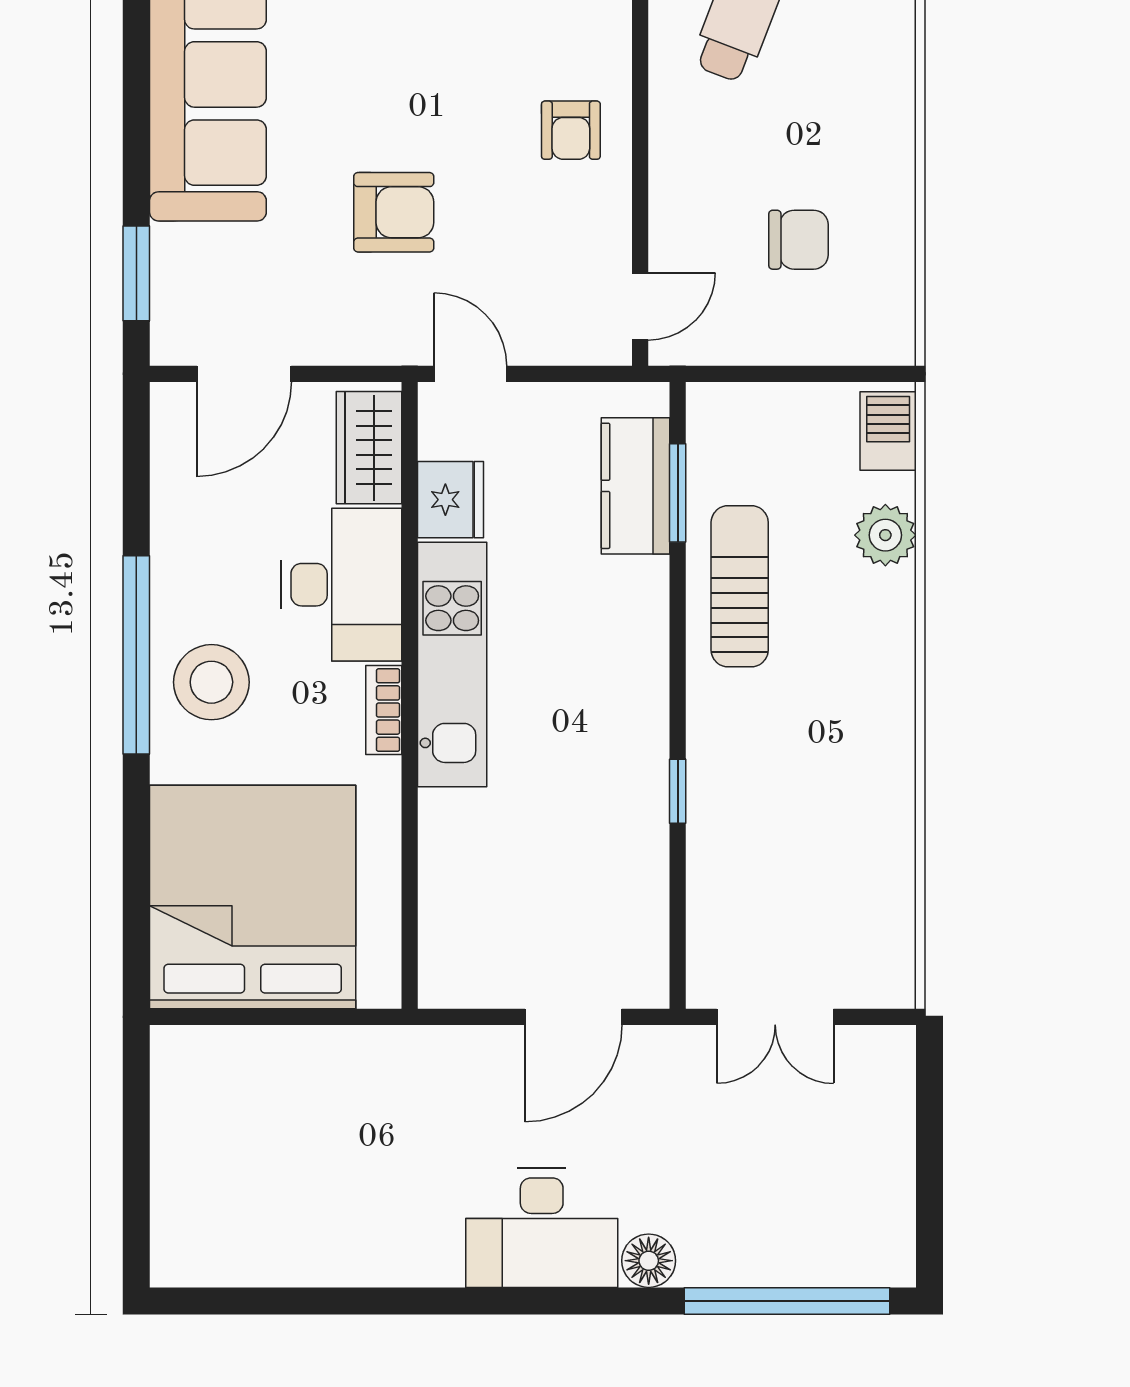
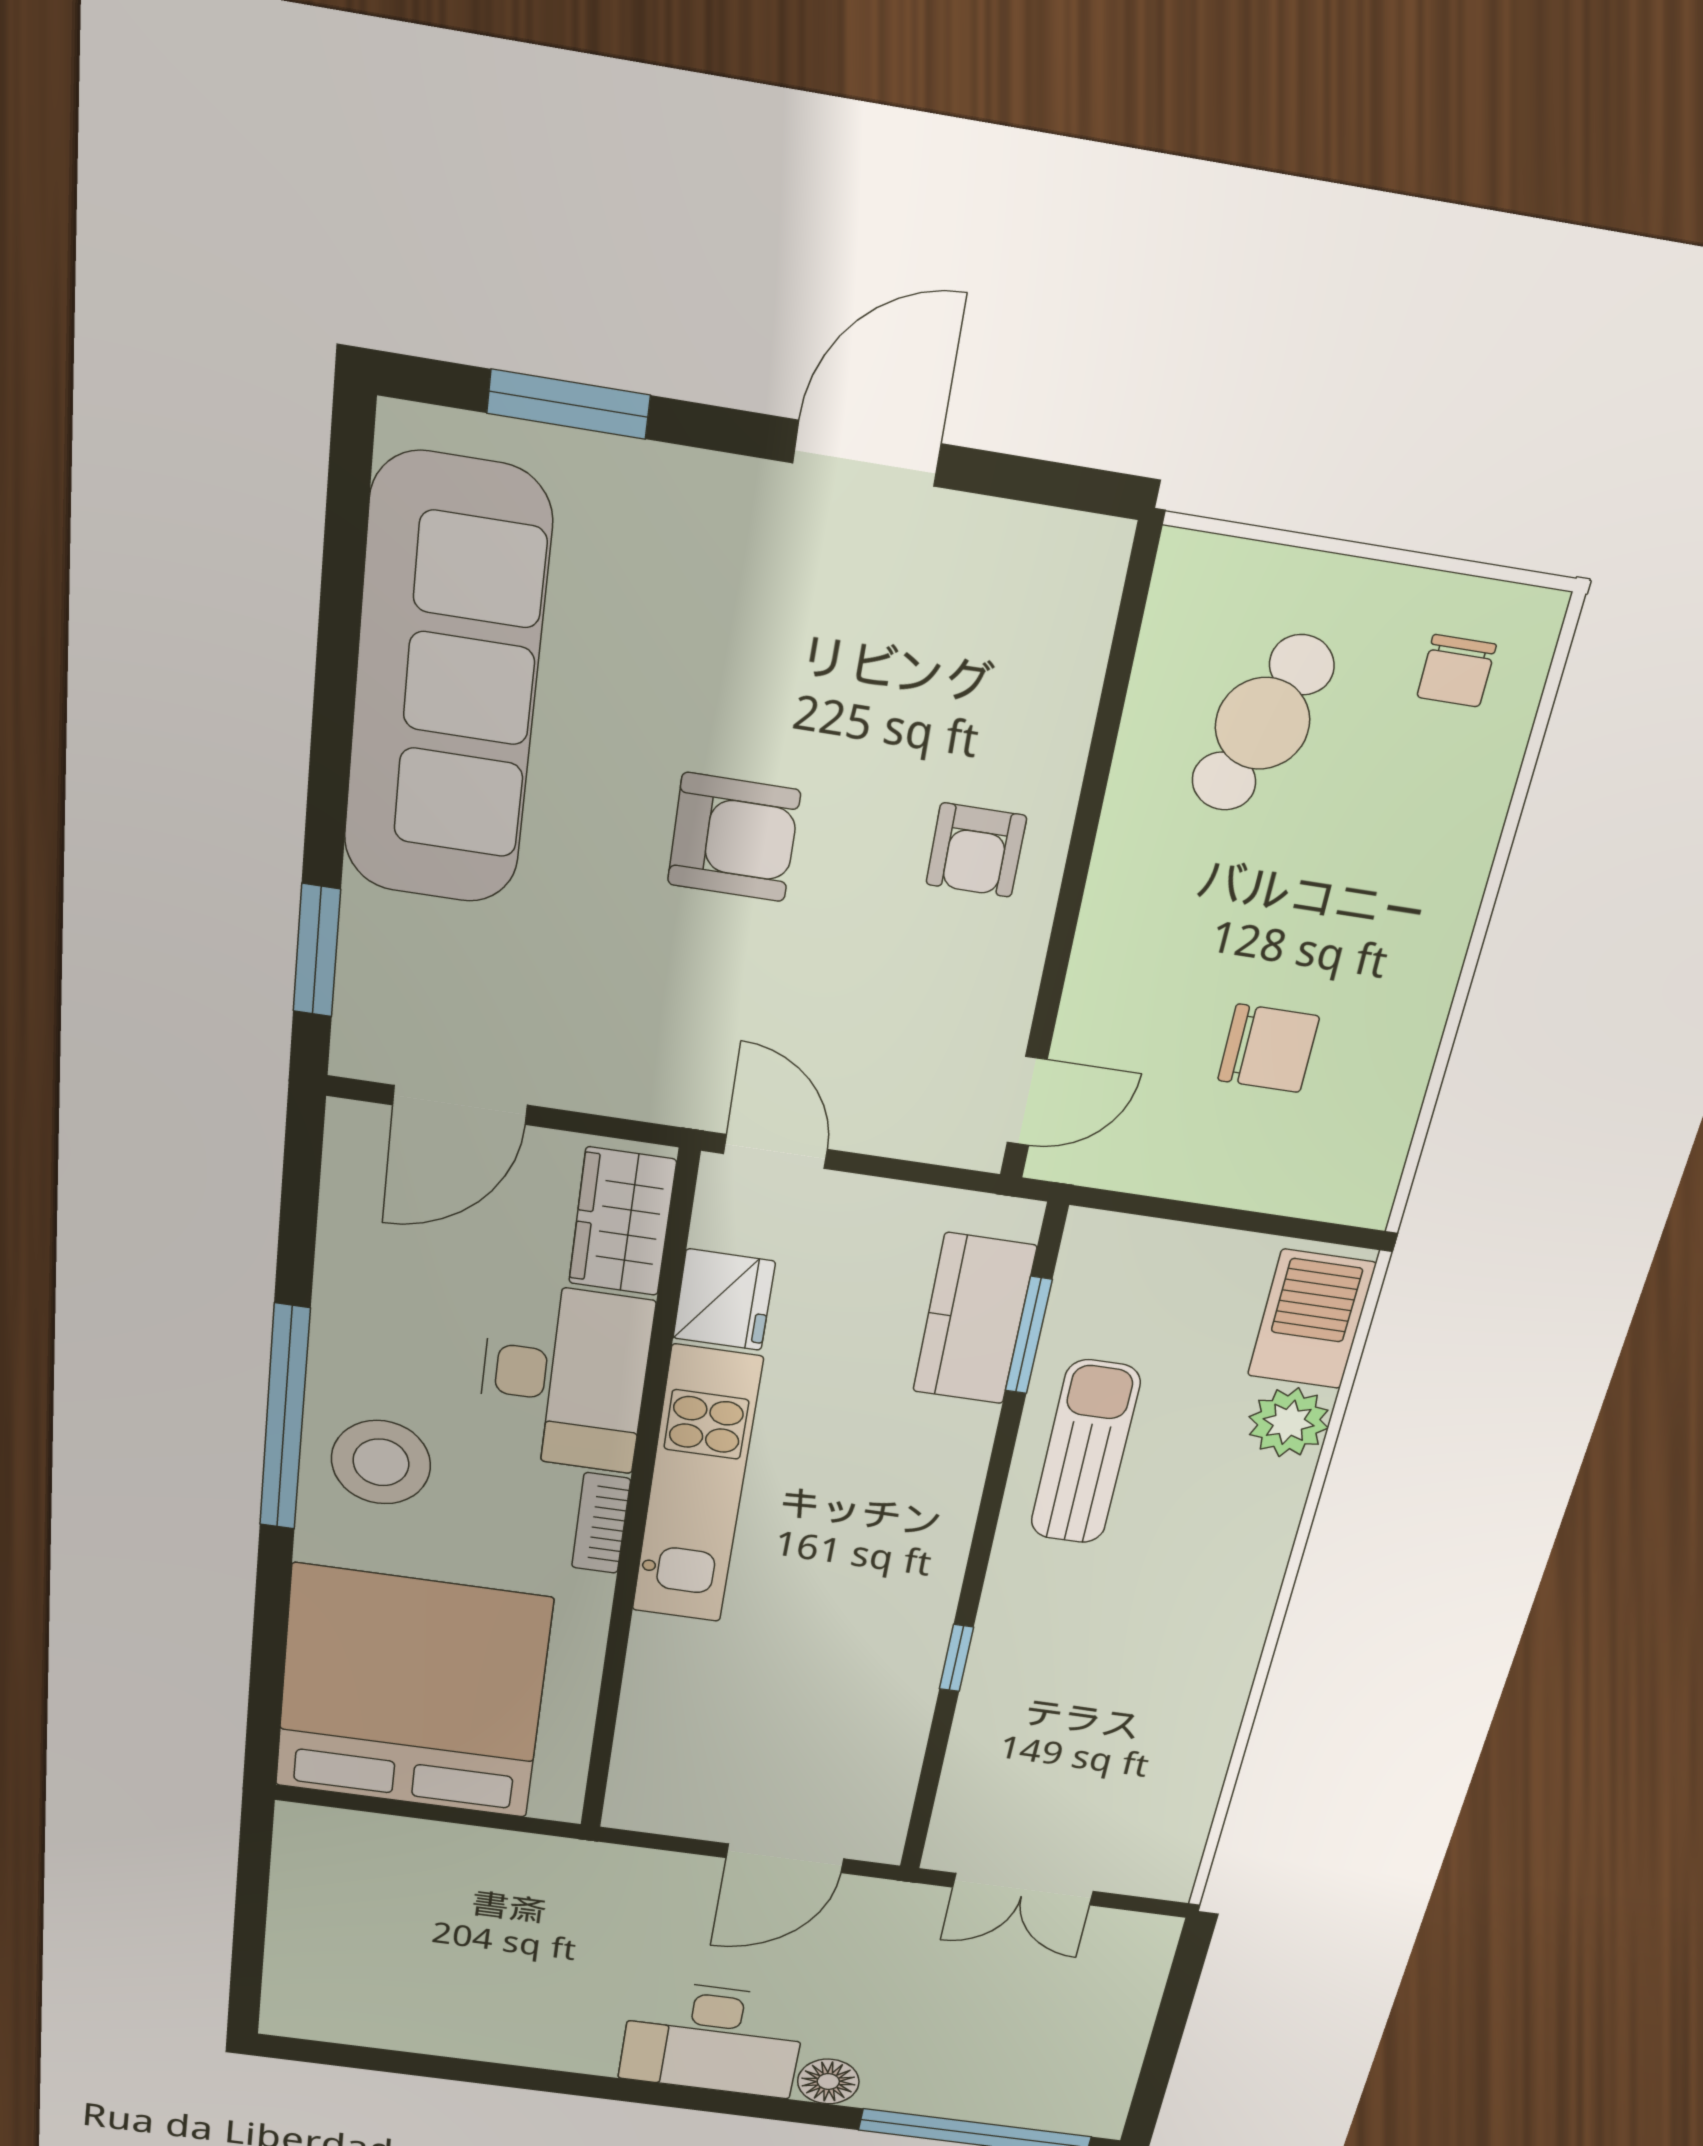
armchair: (394, 212) -> (734, 837), moved
barbecue: (888, 431) -> (1311, 1319), width x1.38, depth x1.27

